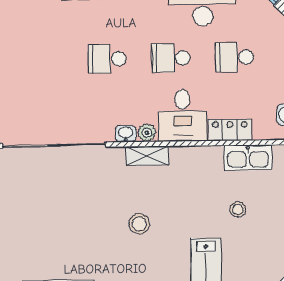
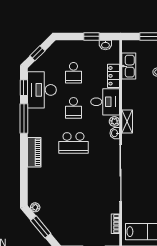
school desk: (107, 59) -> (73, 143), width x1.85

